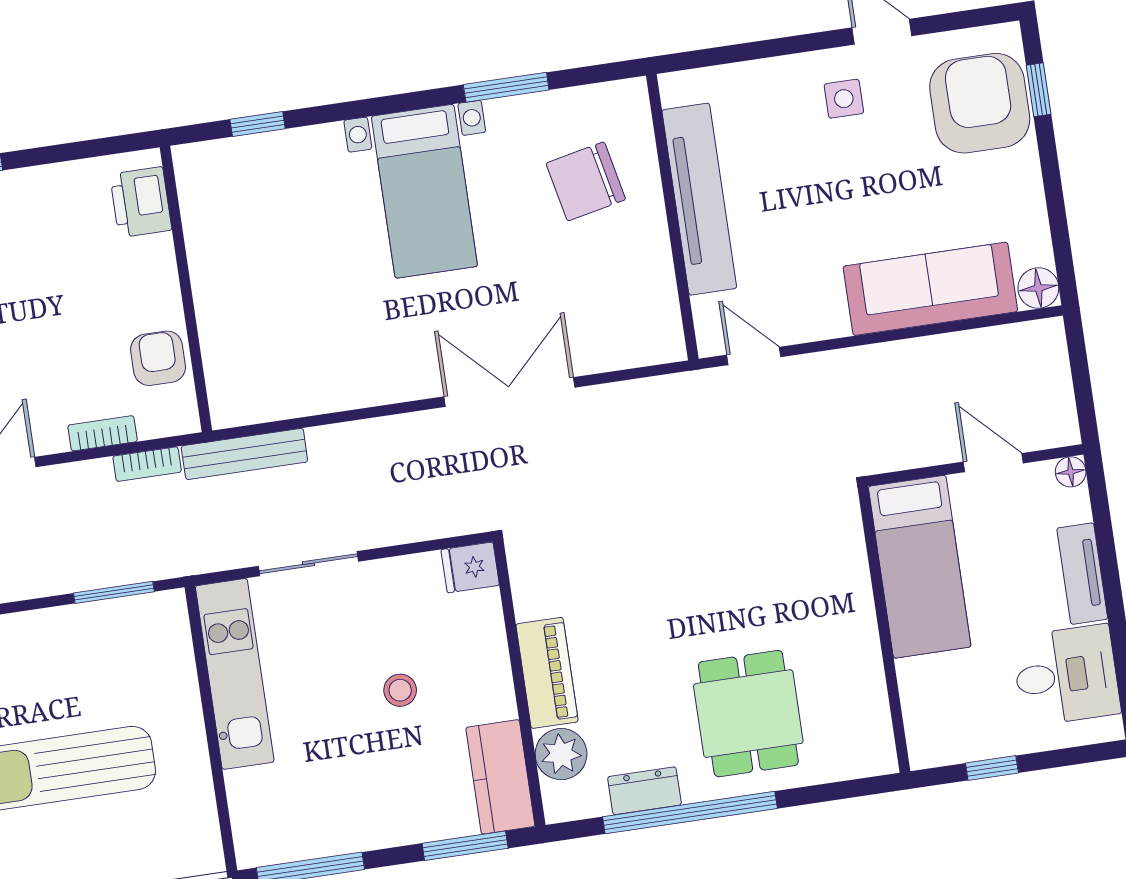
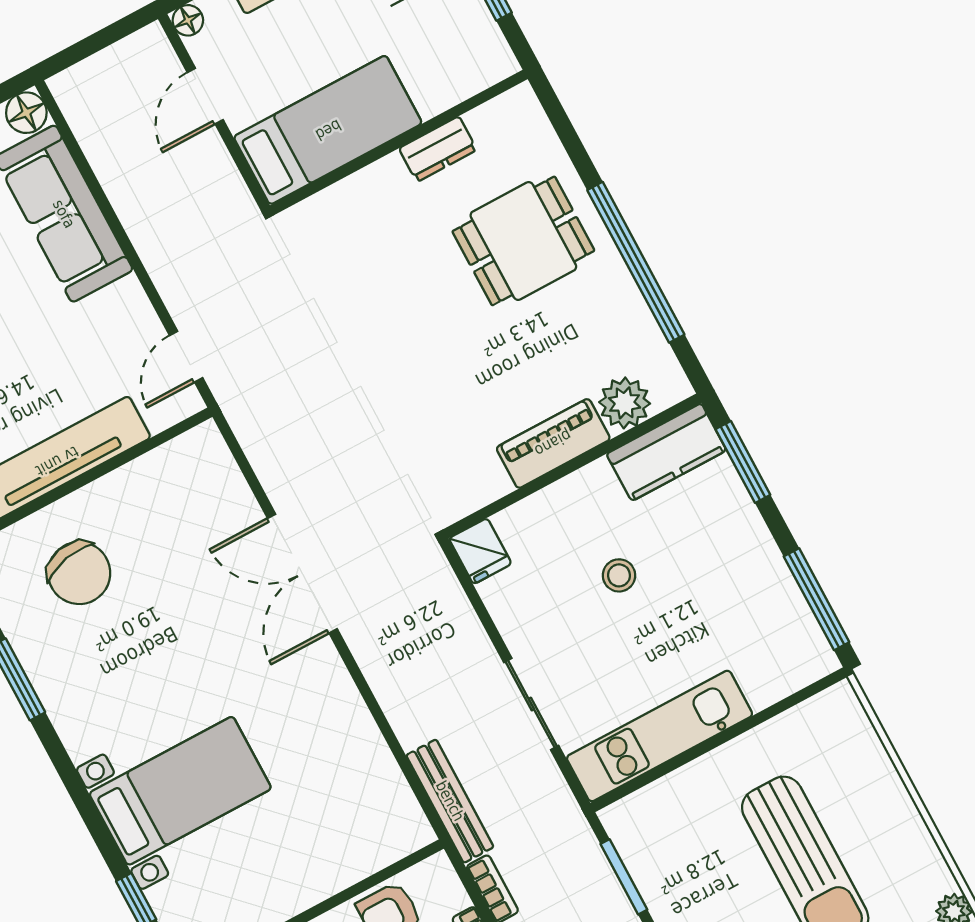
bed with nightstands: (424, 191) -> (180, 791), moved
dresser: (644, 791) -> (438, 149), moved, turned -90

